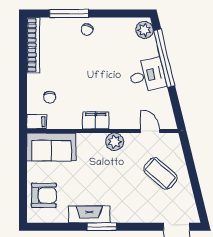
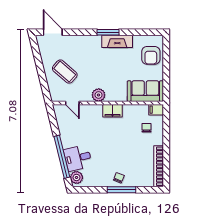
window: (69, 13) -> (121, 190), moved
desk: (147, 75) -> (78, 158), moved
armchair: (44, 195) -> (151, 55), turned -90

